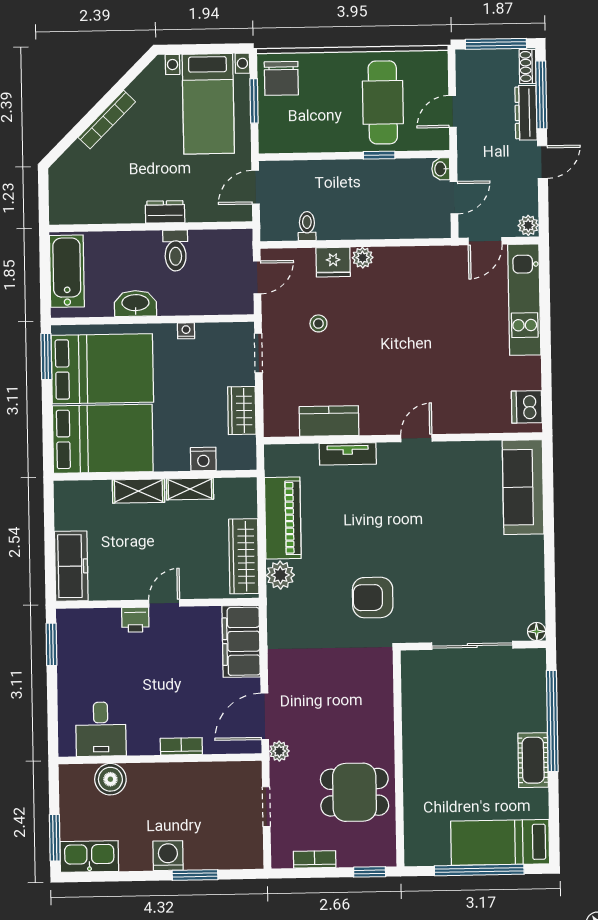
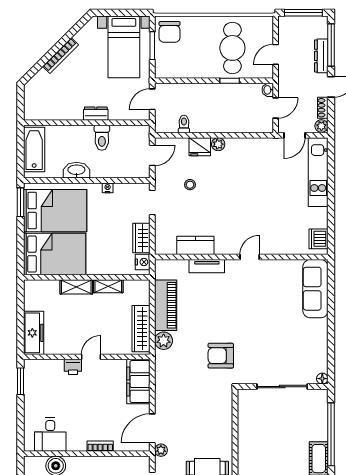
shoe rack: (528, 66) -> (323, 108), moved
nightstand: (203, 459) -> (143, 262), moved, turned -90

